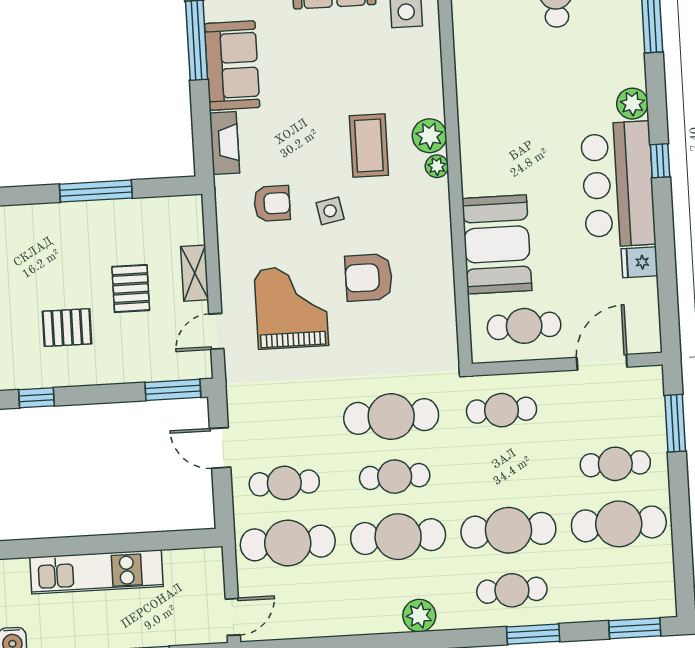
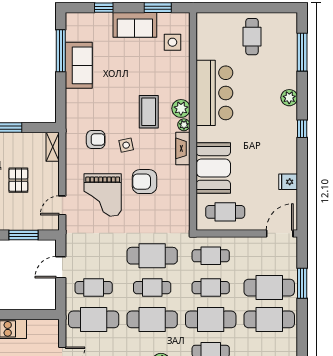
fireplace: (225, 143) -> (183, 148), moved, turned 180
bar counter: (618, 184) -> (214, 93), moved, turned 180
shelving: (195, 273) -> (53, 147), moved
grand piano: (291, 307) -> (103, 195), turned 180
door: (602, 362) -> (280, 233), moved
window: (173, 390) -> (23, 235), moved
window: (675, 423) -> (302, 283), moved
door: (220, 448) -> (61, 267), hinge flipped
cafe table: (615, 464) -> (269, 288), width x1.37, depth x1.35
cafe table: (505, 470) -> (211, 288), added

